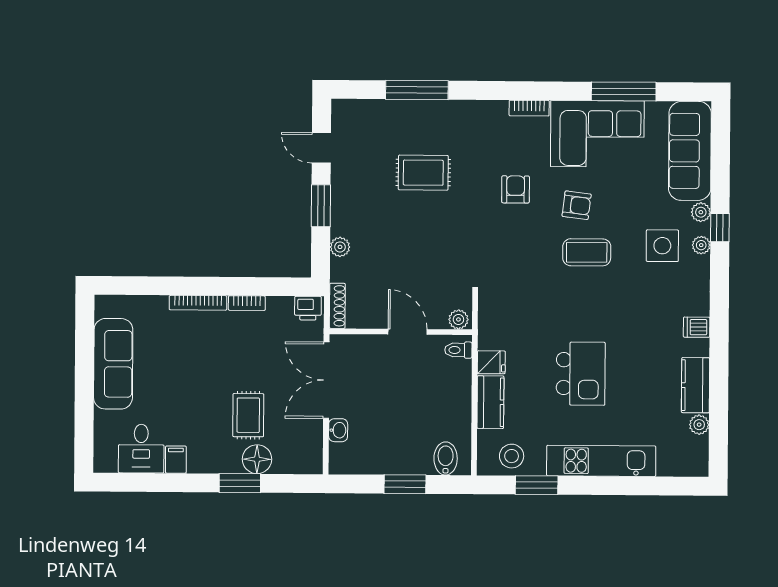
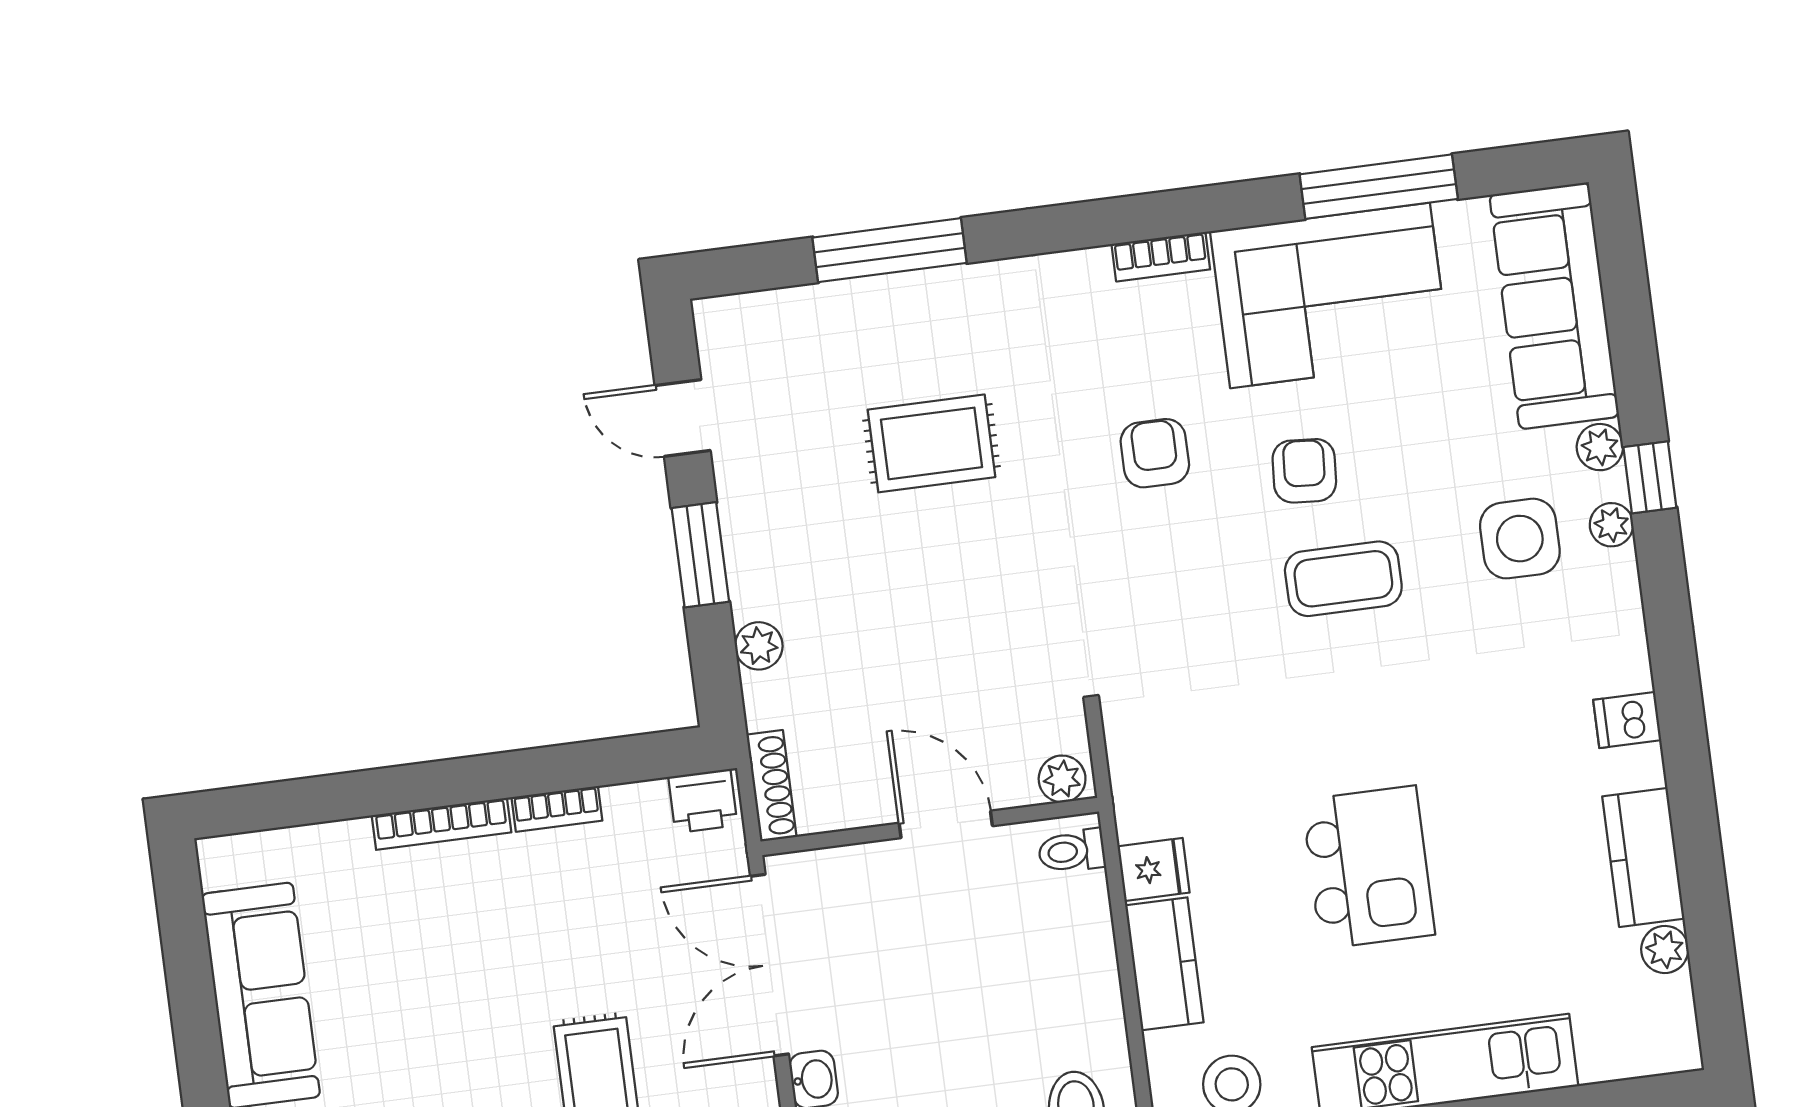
armchair: (577, 205) -> (1304, 471), turned -93

